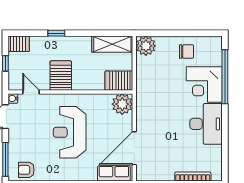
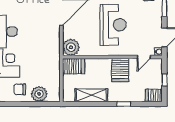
shelving: (112, 44) -> (91, 95), moved
plant: (146, 46) -> (39, 94), moved
door: (31, 92) -> (144, 57), hinge flipped

